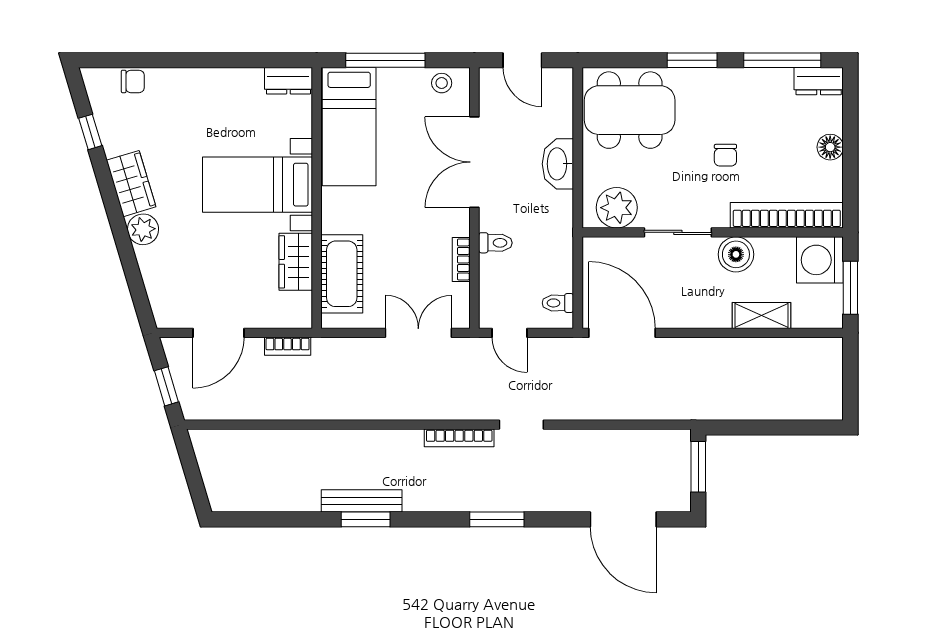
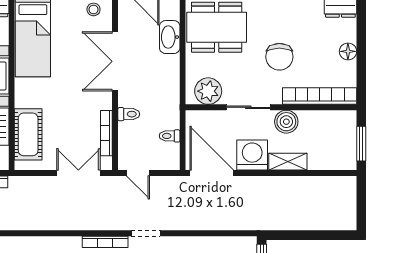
chair: (725, 155) -> (279, 57), width x1.87, depth x1.87
washbasin: (558, 164) -> (170, 37), moved
bookcase: (461, 259) -> (106, 133), width x1.56
washing machine: (820, 260) -> (252, 155), moved, turned 90
toilet: (558, 303) -> (170, 136), moved
shelving: (761, 315) -> (288, 162), moved

